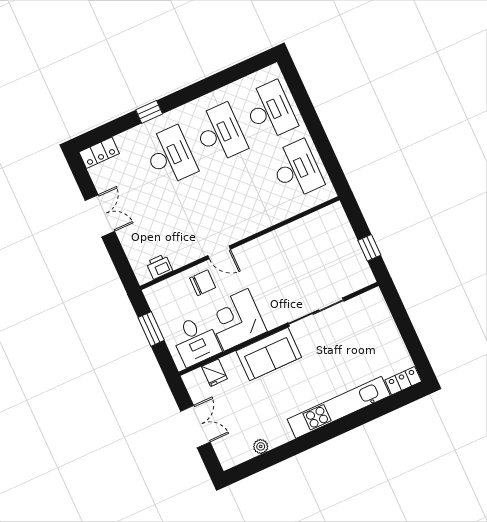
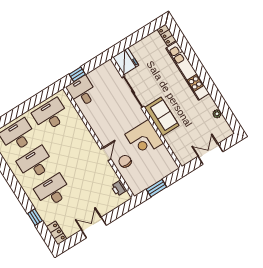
window: (149, 112) -> (35, 217), moved
window: (369, 248) -> (77, 74), moved
desk: (196, 341) -> (82, 92), moved, turned -90
fridge: (214, 373) -> (126, 61), moved, width x1.88, depth x1.34

